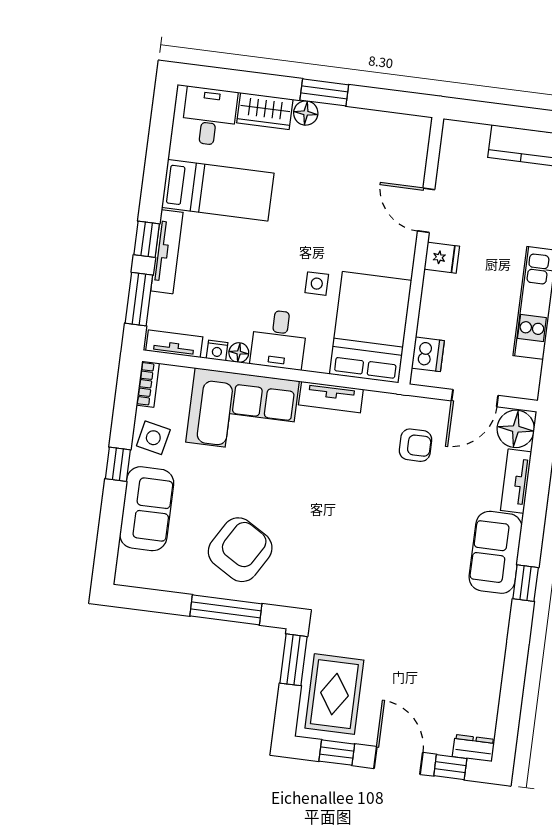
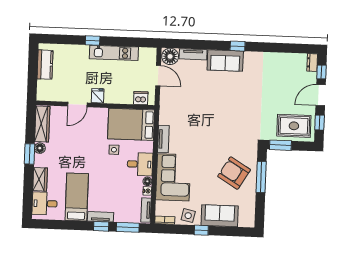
floor lamp: (306, 113) -> (40, 148), moved
wardrobe: (389, 127) -> (42, 124), added
tv unit: (167, 252) -> (101, 217), width x0.71
armchair: (415, 445) -> (181, 100), removed

